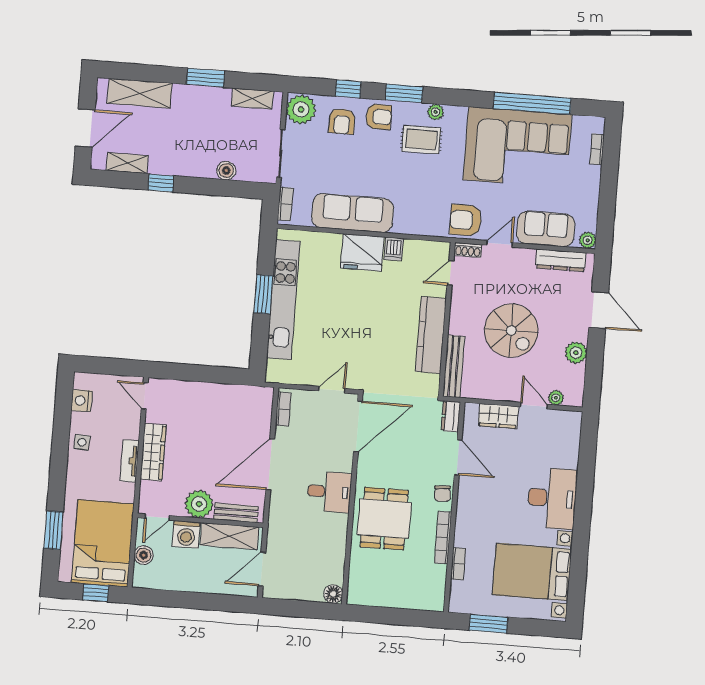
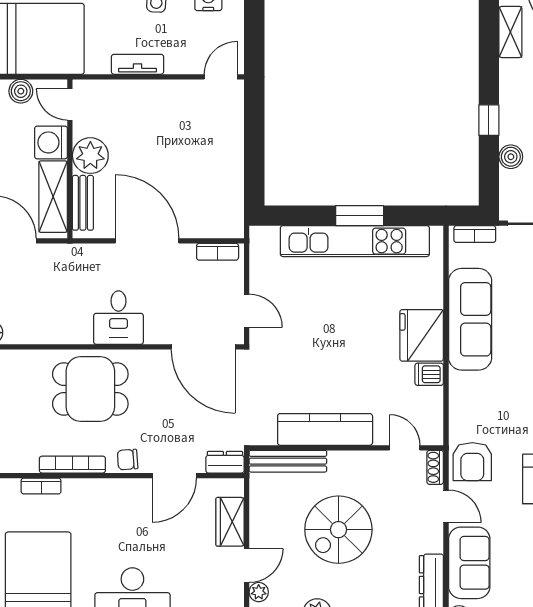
window: (161, 183) -> (489, 120), moved
armchair: (466, 220) -> (472, 462), turned 180
wardrobe: (153, 452) -> (151, 93), removed

